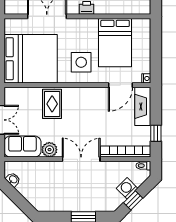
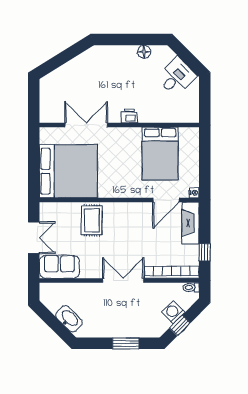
side table: (81, 62) -> (123, 175), removed
plant: (49, 150) -> (89, 270), removed
washbasin: (13, 180) -> (69, 319), moved, width x1.91, depth x1.45

